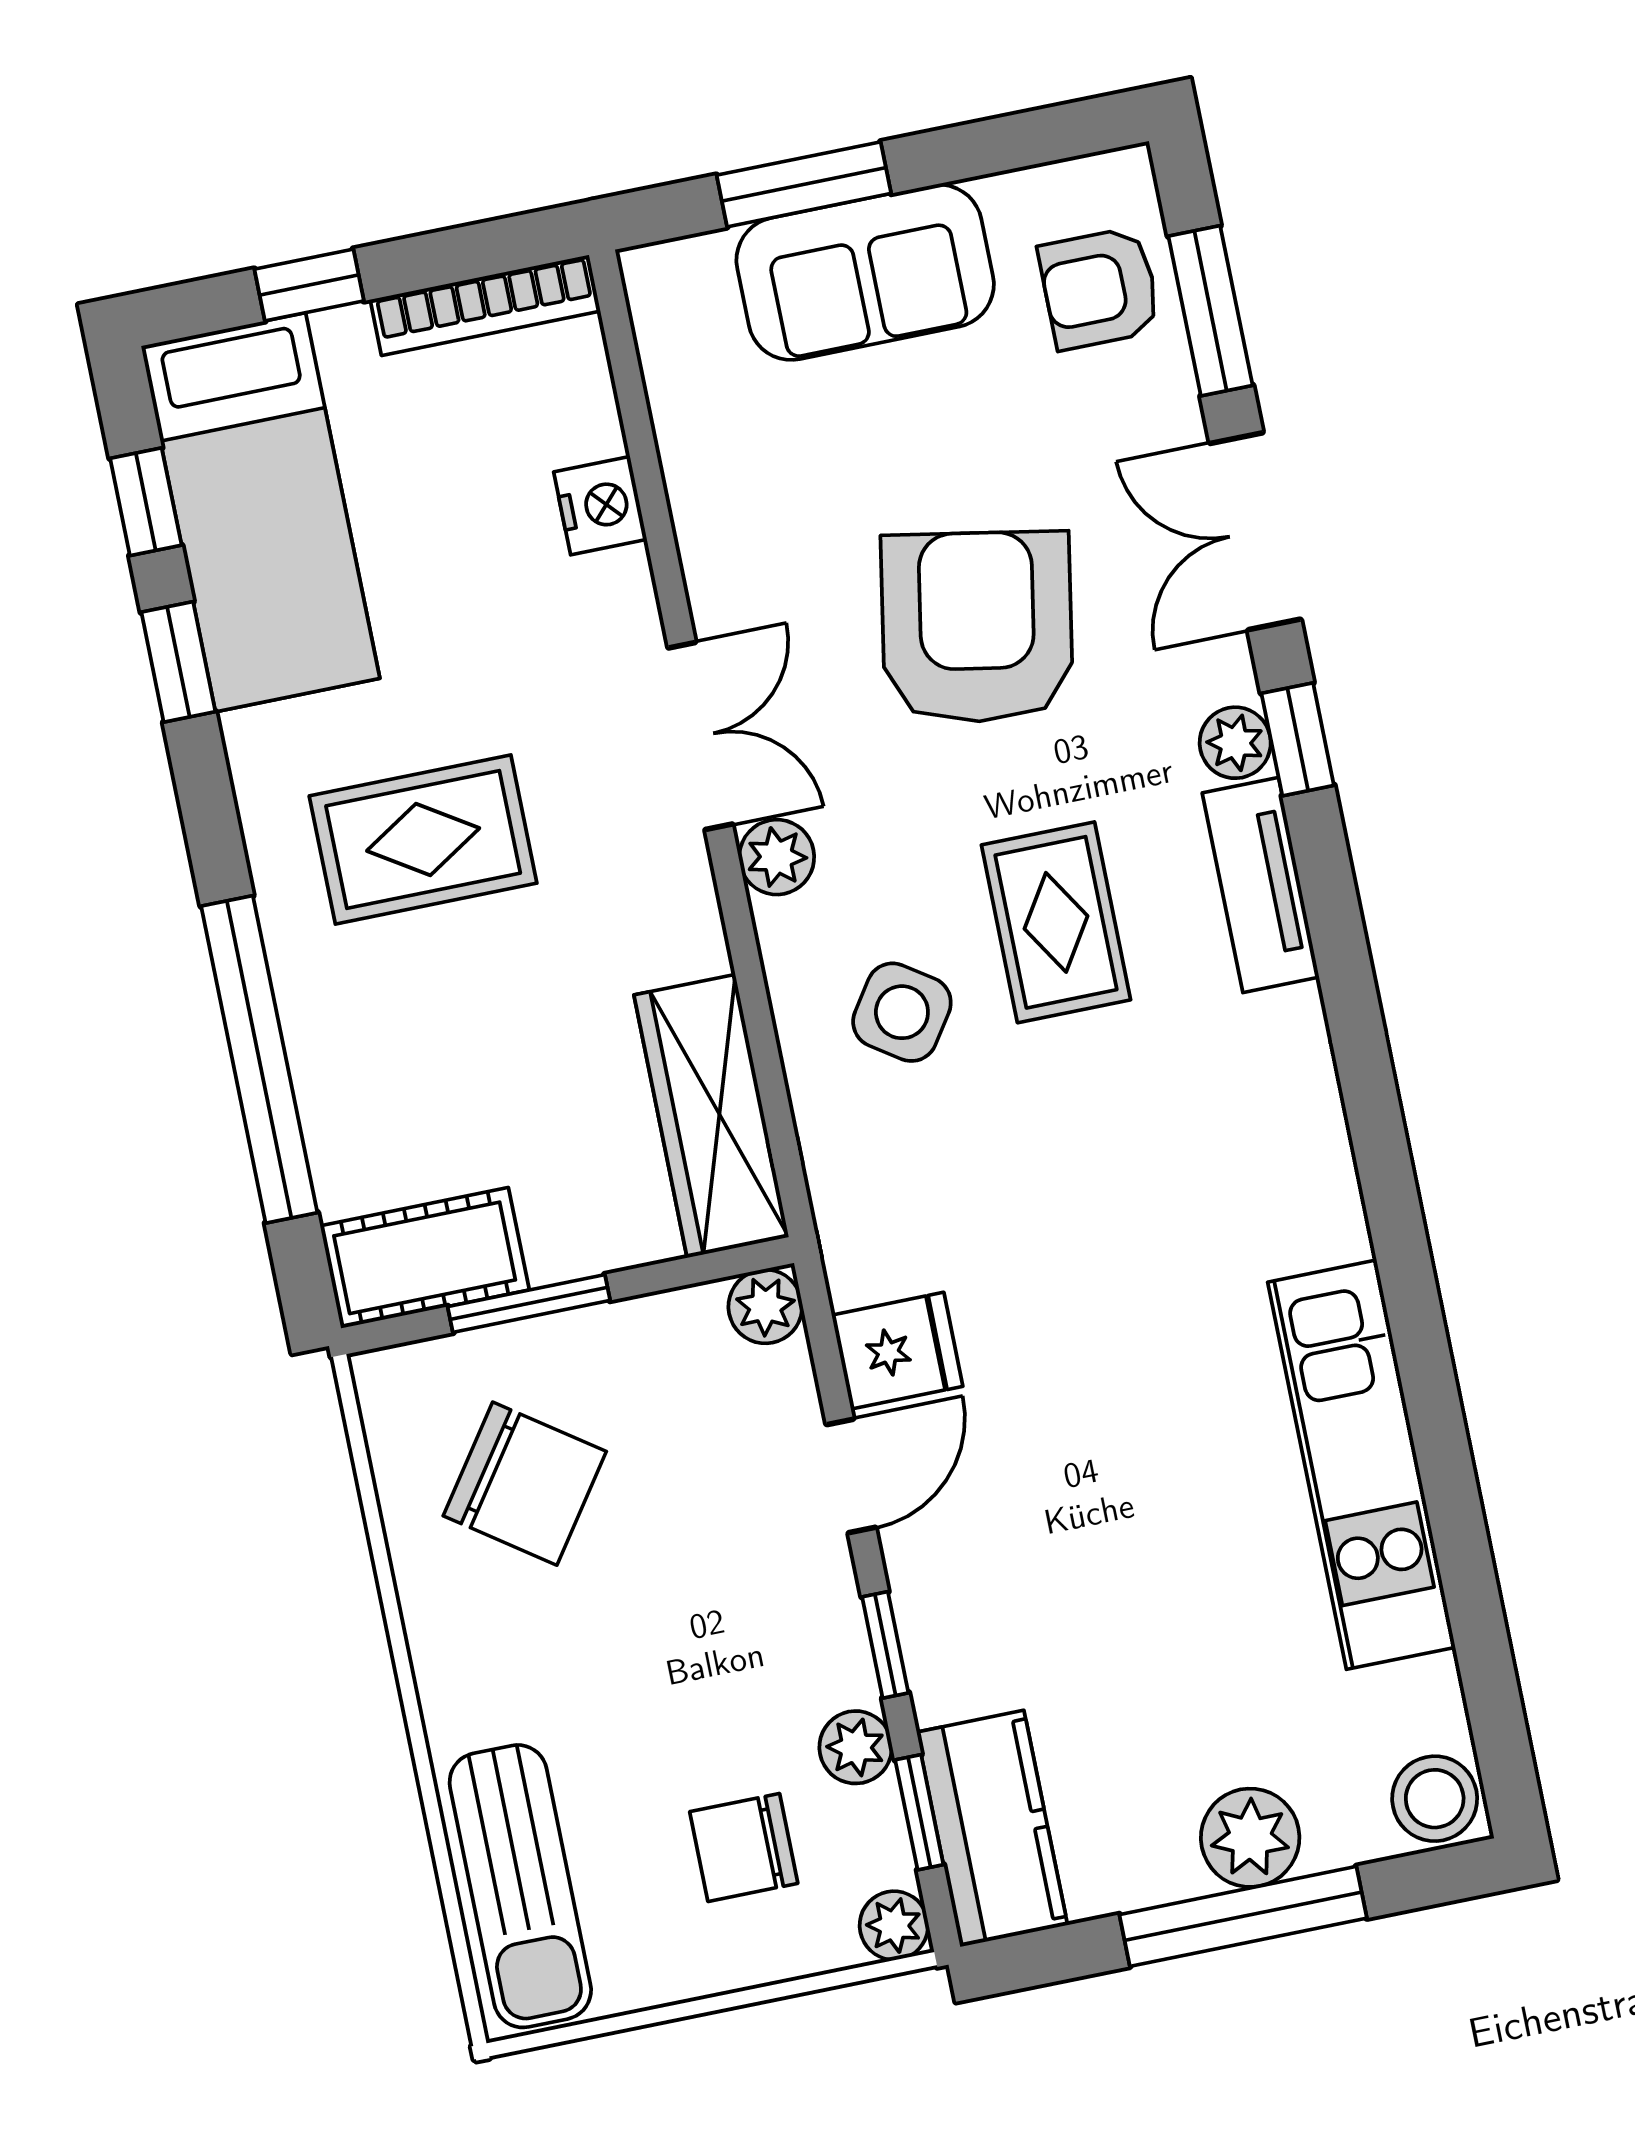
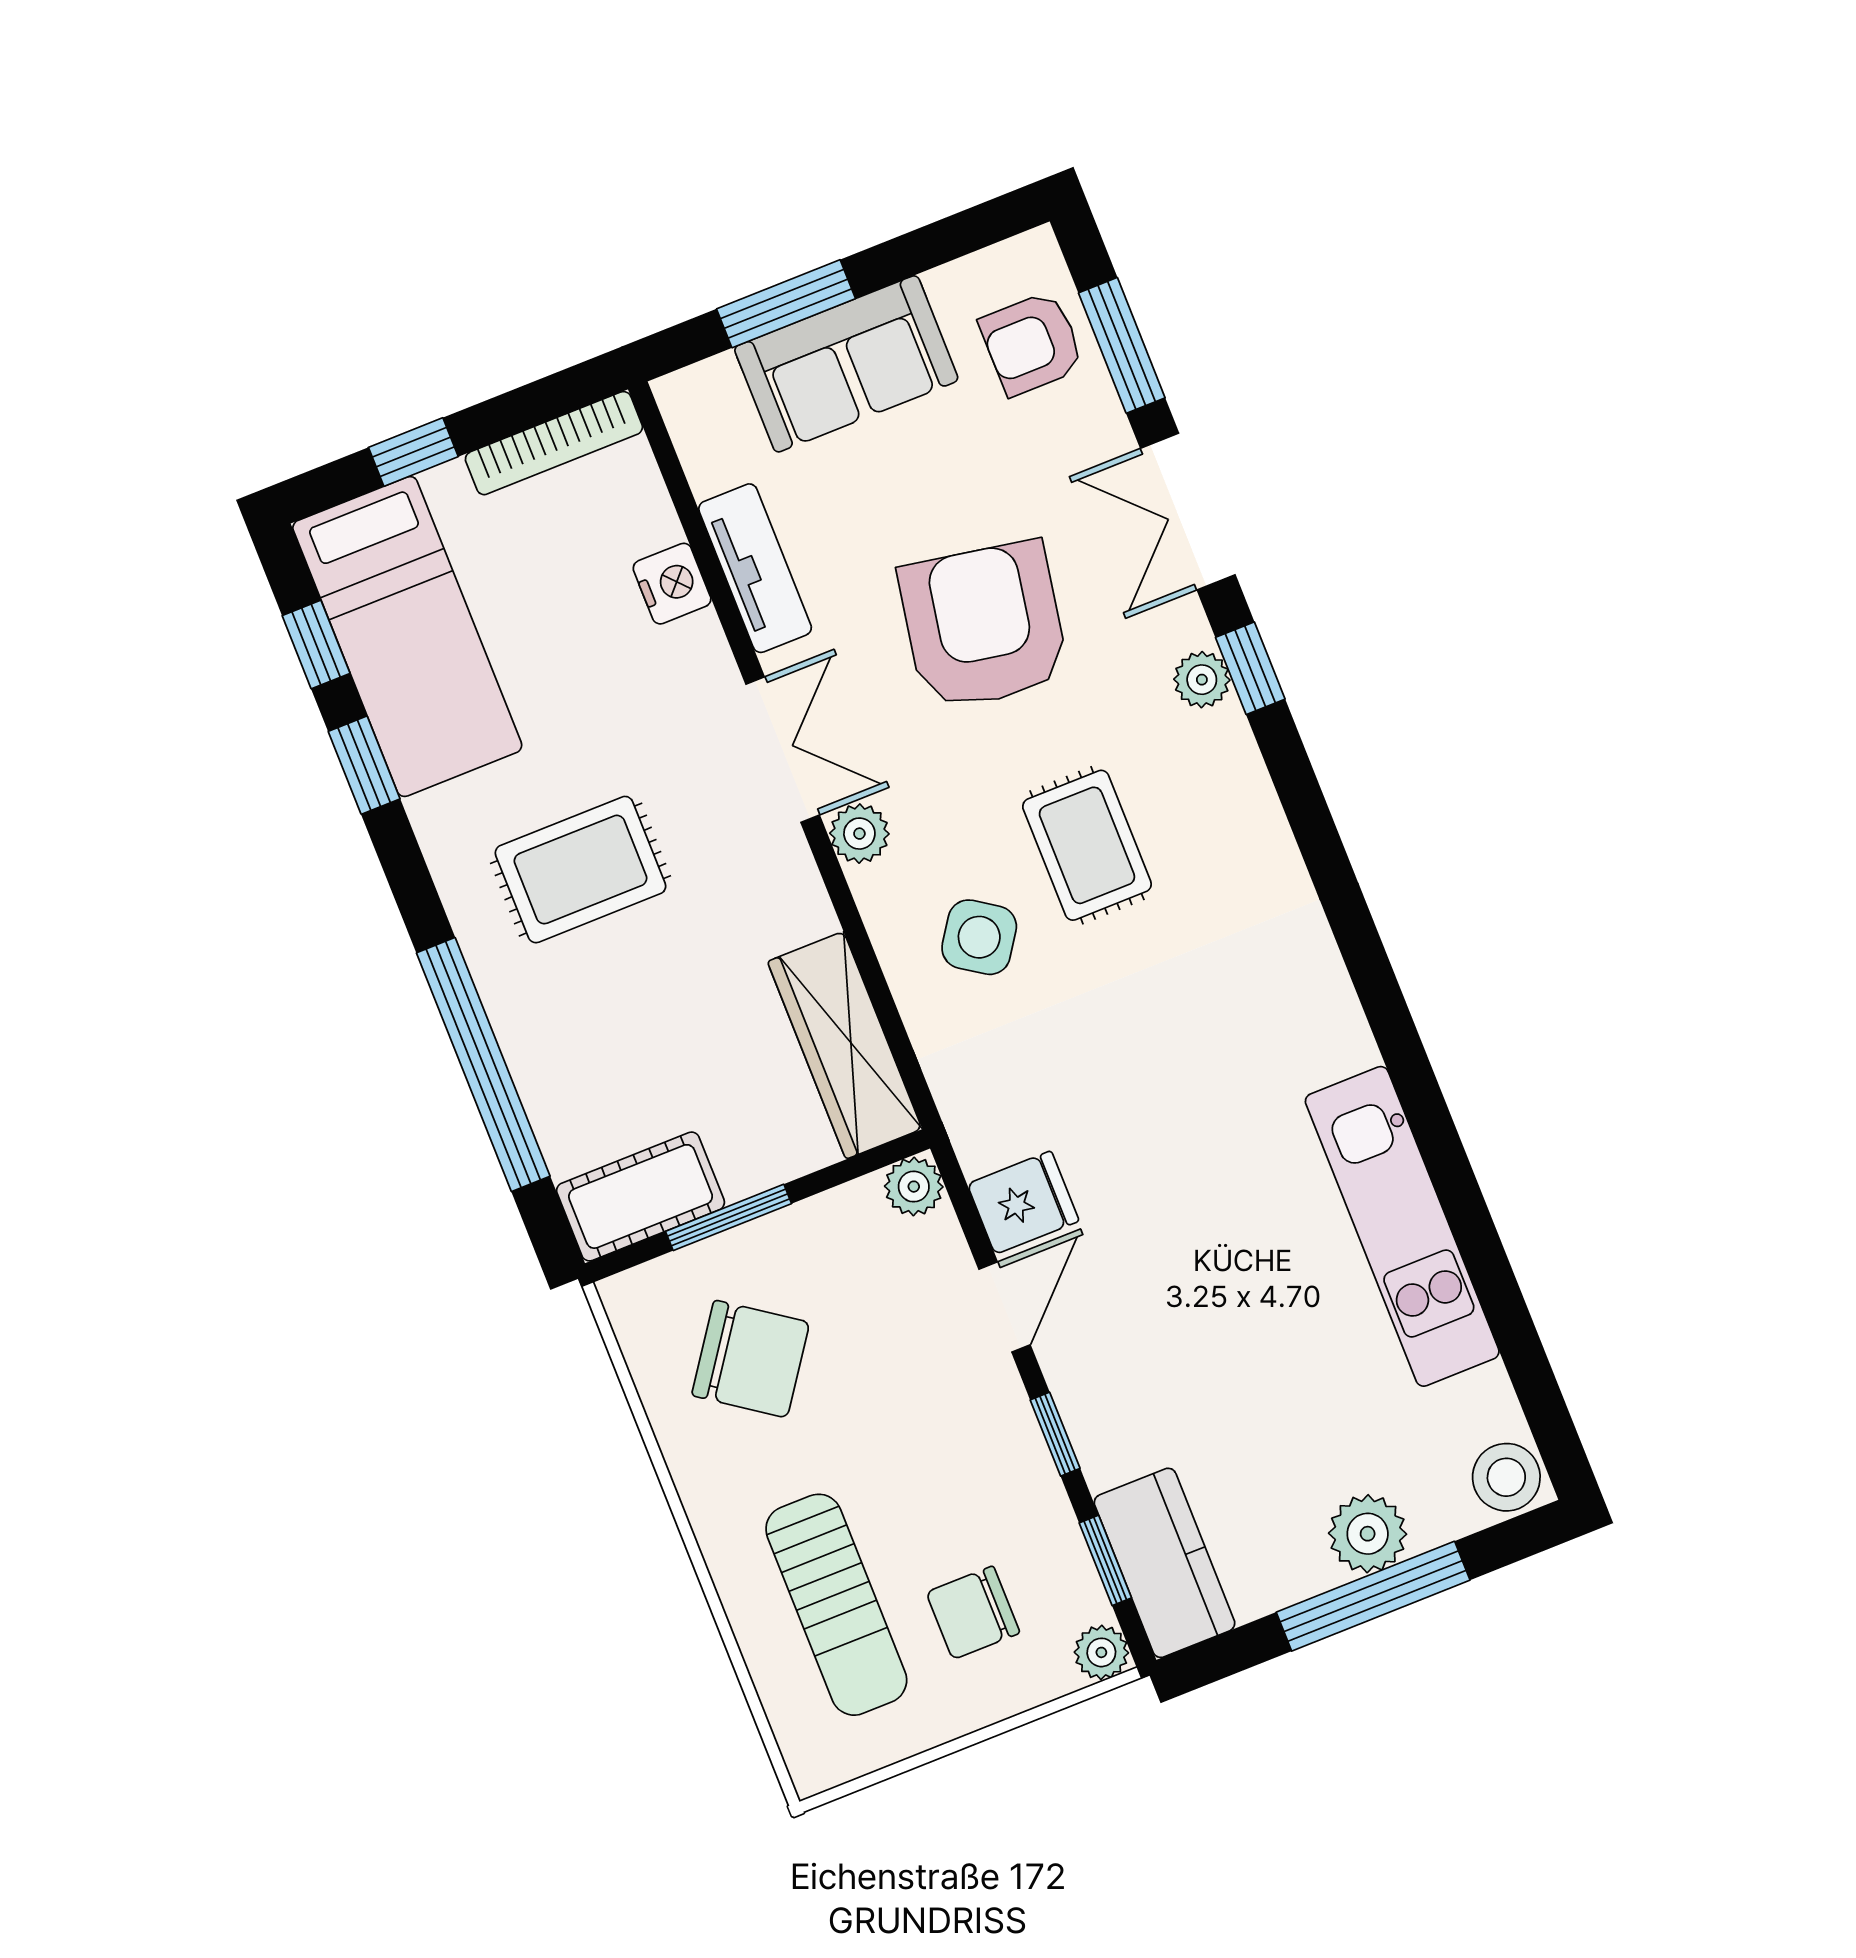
tv unit: (1261, 885) -> (755, 568), moved, turned 180
plant: (856, 1747) -> (1046, 1518), removed
sun lounger: (520, 1886) -> (836, 1605), moved

